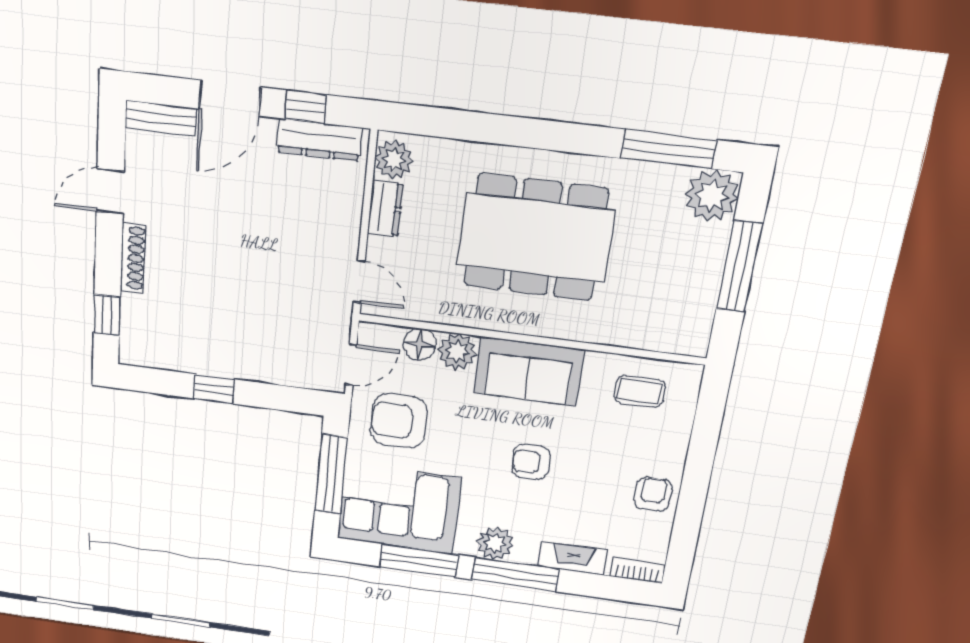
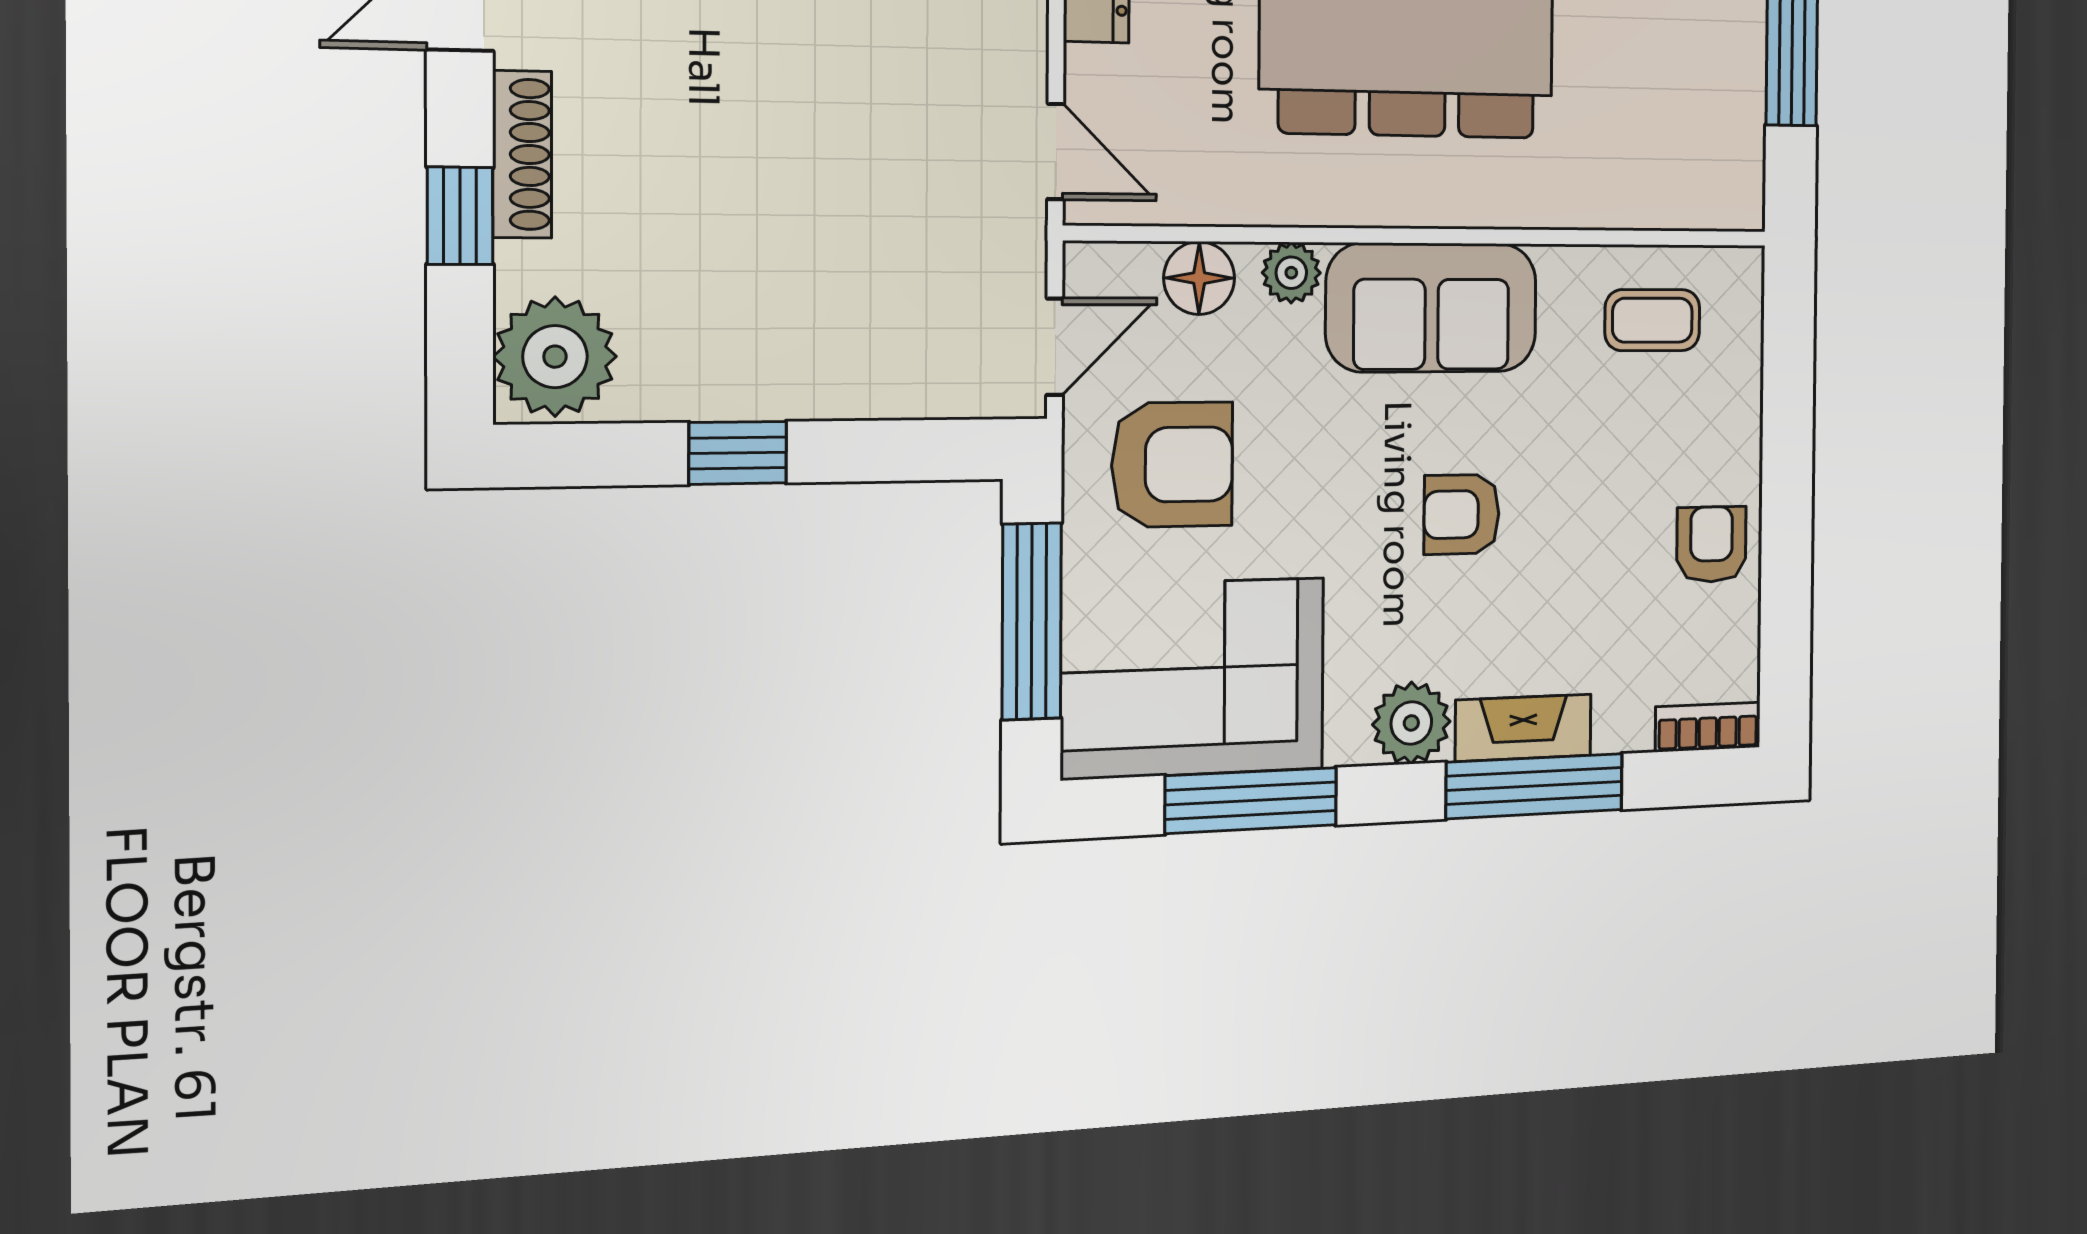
window: (107, 315) -> (460, 216), moved
plant: (143, 341) -> (555, 357), added
plant: (457, 352) -> (1291, 273), width x0.73, depth x0.73
armchair: (399, 421) -> (1172, 465), turned 180
fireplace: (573, 558) -> (1523, 728), moved
window: (515, 574) -> (1535, 786), moved

